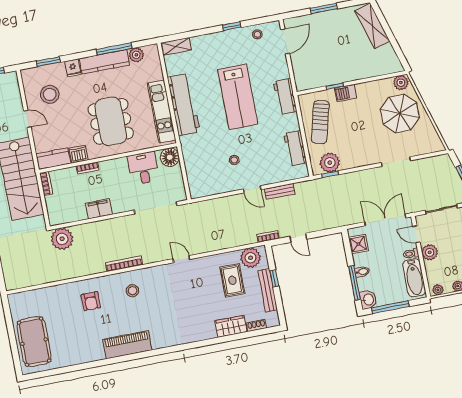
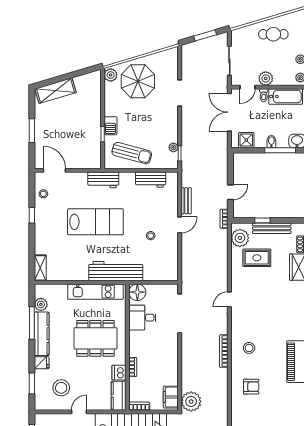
workbench: (184, 105) -> (116, 271), moved
plant: (330, 163) -> (173, 147), width x0.53, depth x0.53
filing cabinet: (99, 209) -> (171, 397), moved

